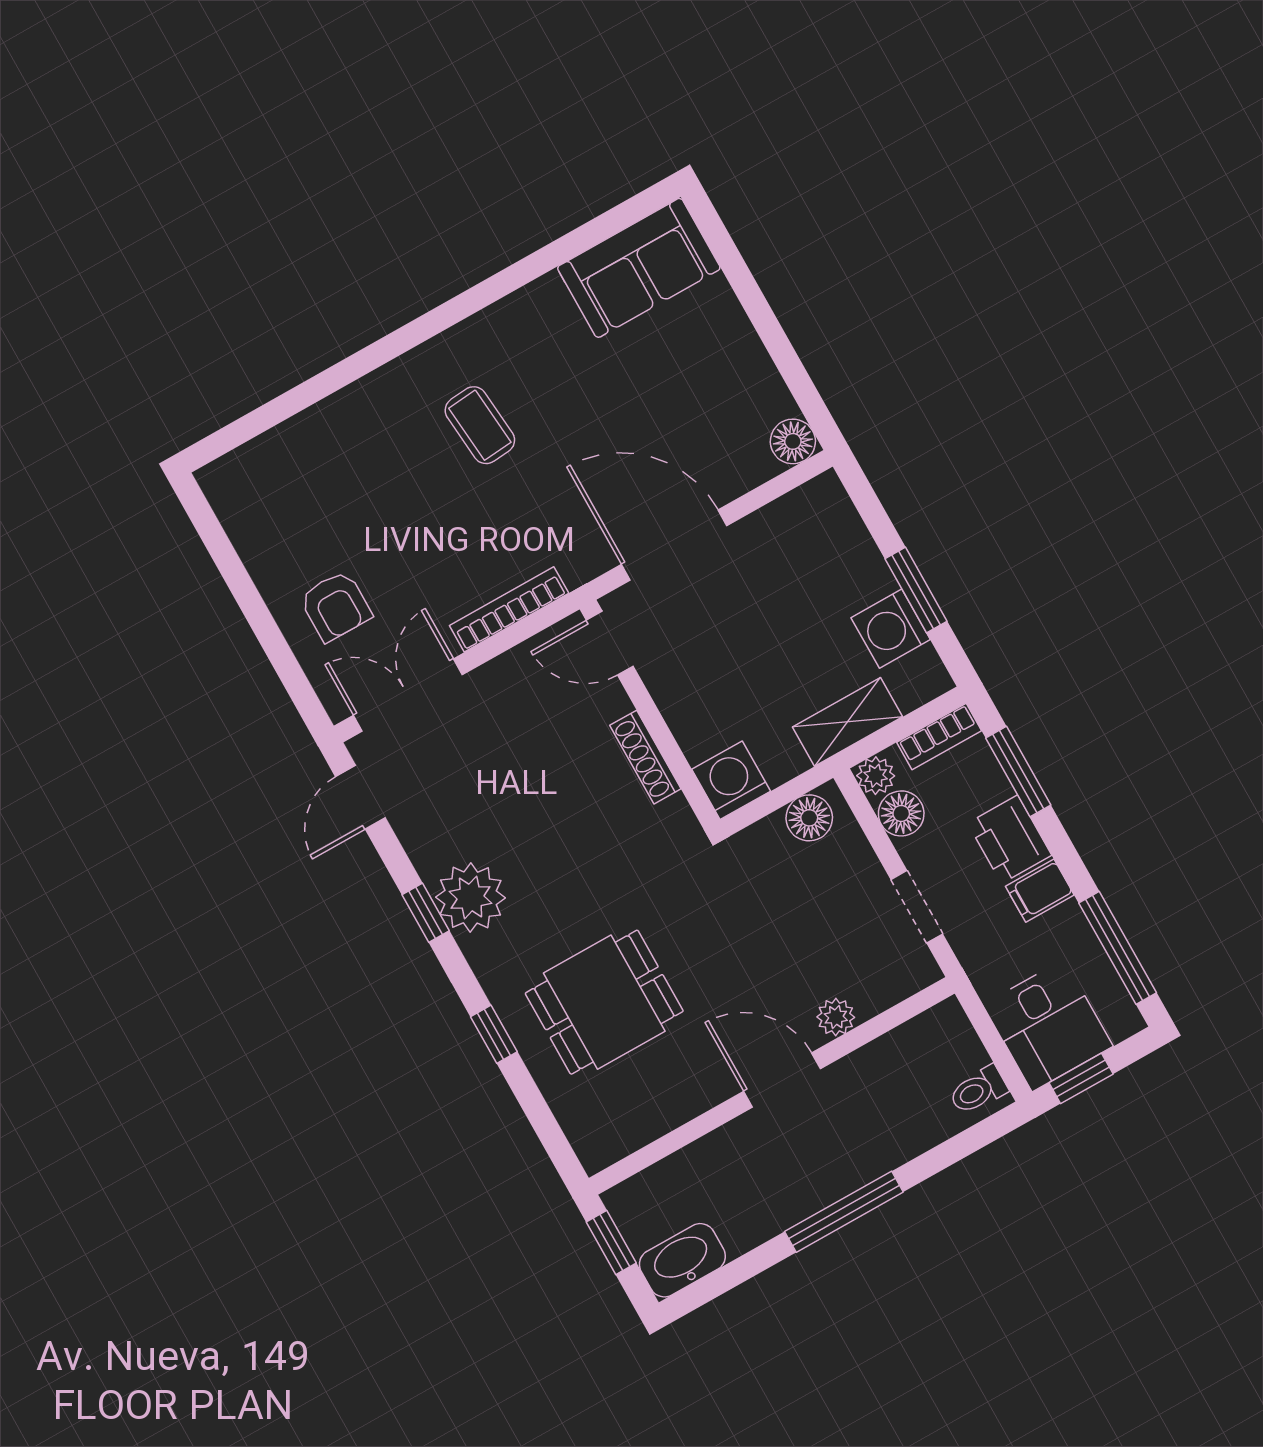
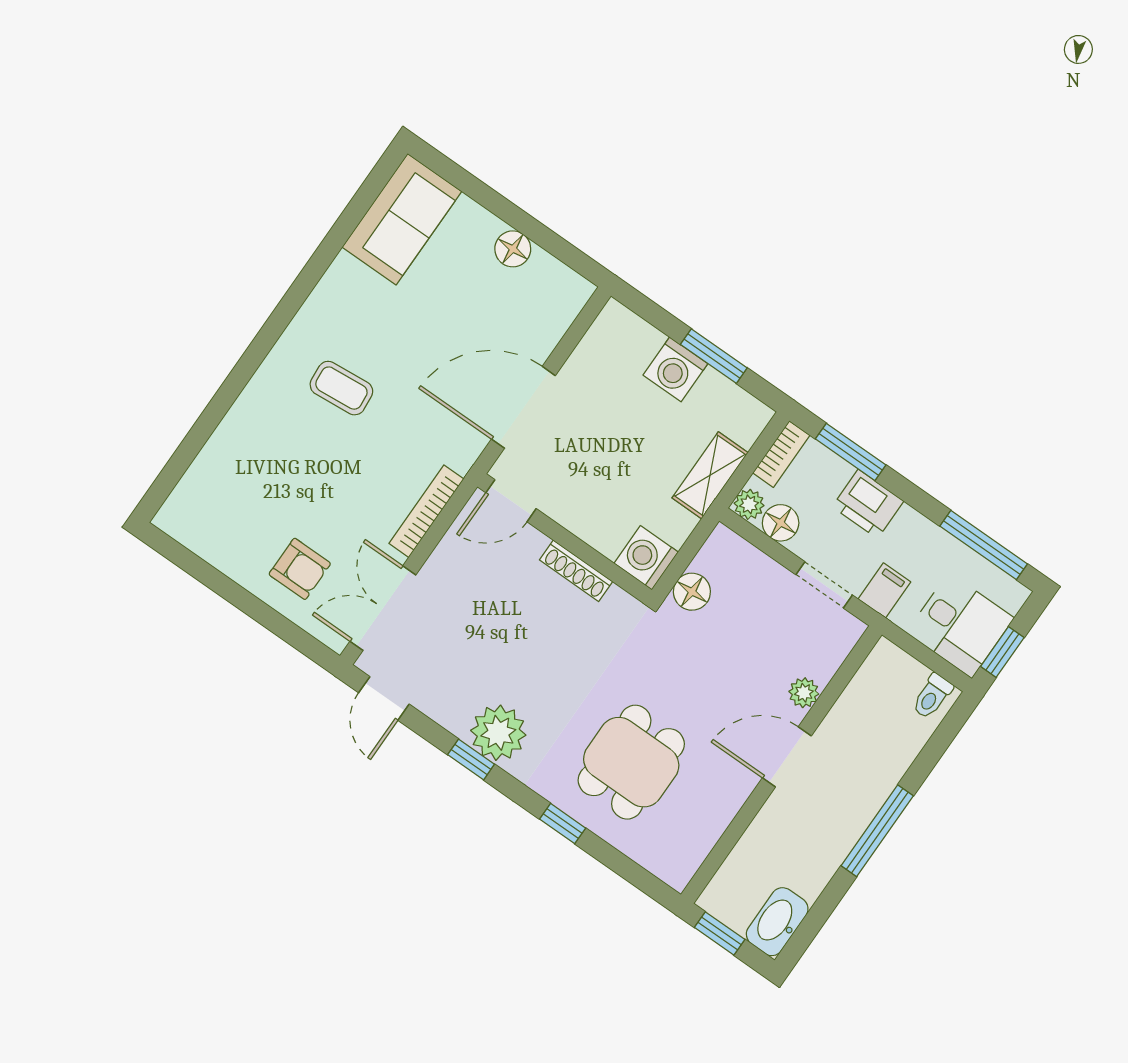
floor lamp: (793, 441) -> (513, 249), moved
washing machine: (891, 629) -> (675, 369), moved
floor lamp: (809, 818) -> (692, 592), moved
filing cabinet: (1040, 891) -> (884, 591), moved, turned 180

